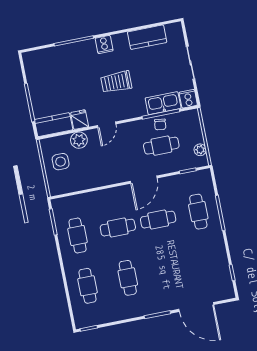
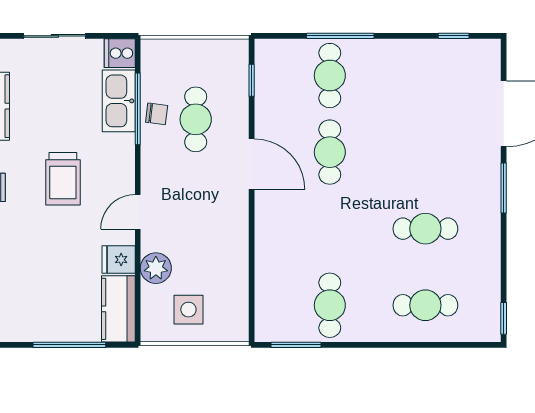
door: (107, 125) -> (138, 212), swing flipped
plant: (200, 150) -> (217, 50), removed
cafe table: (198, 212) -> (330, 76), turned 90
cafe table: (118, 228) -> (330, 229), removed
cafe table: (78, 235) -> (330, 305), turned 90

